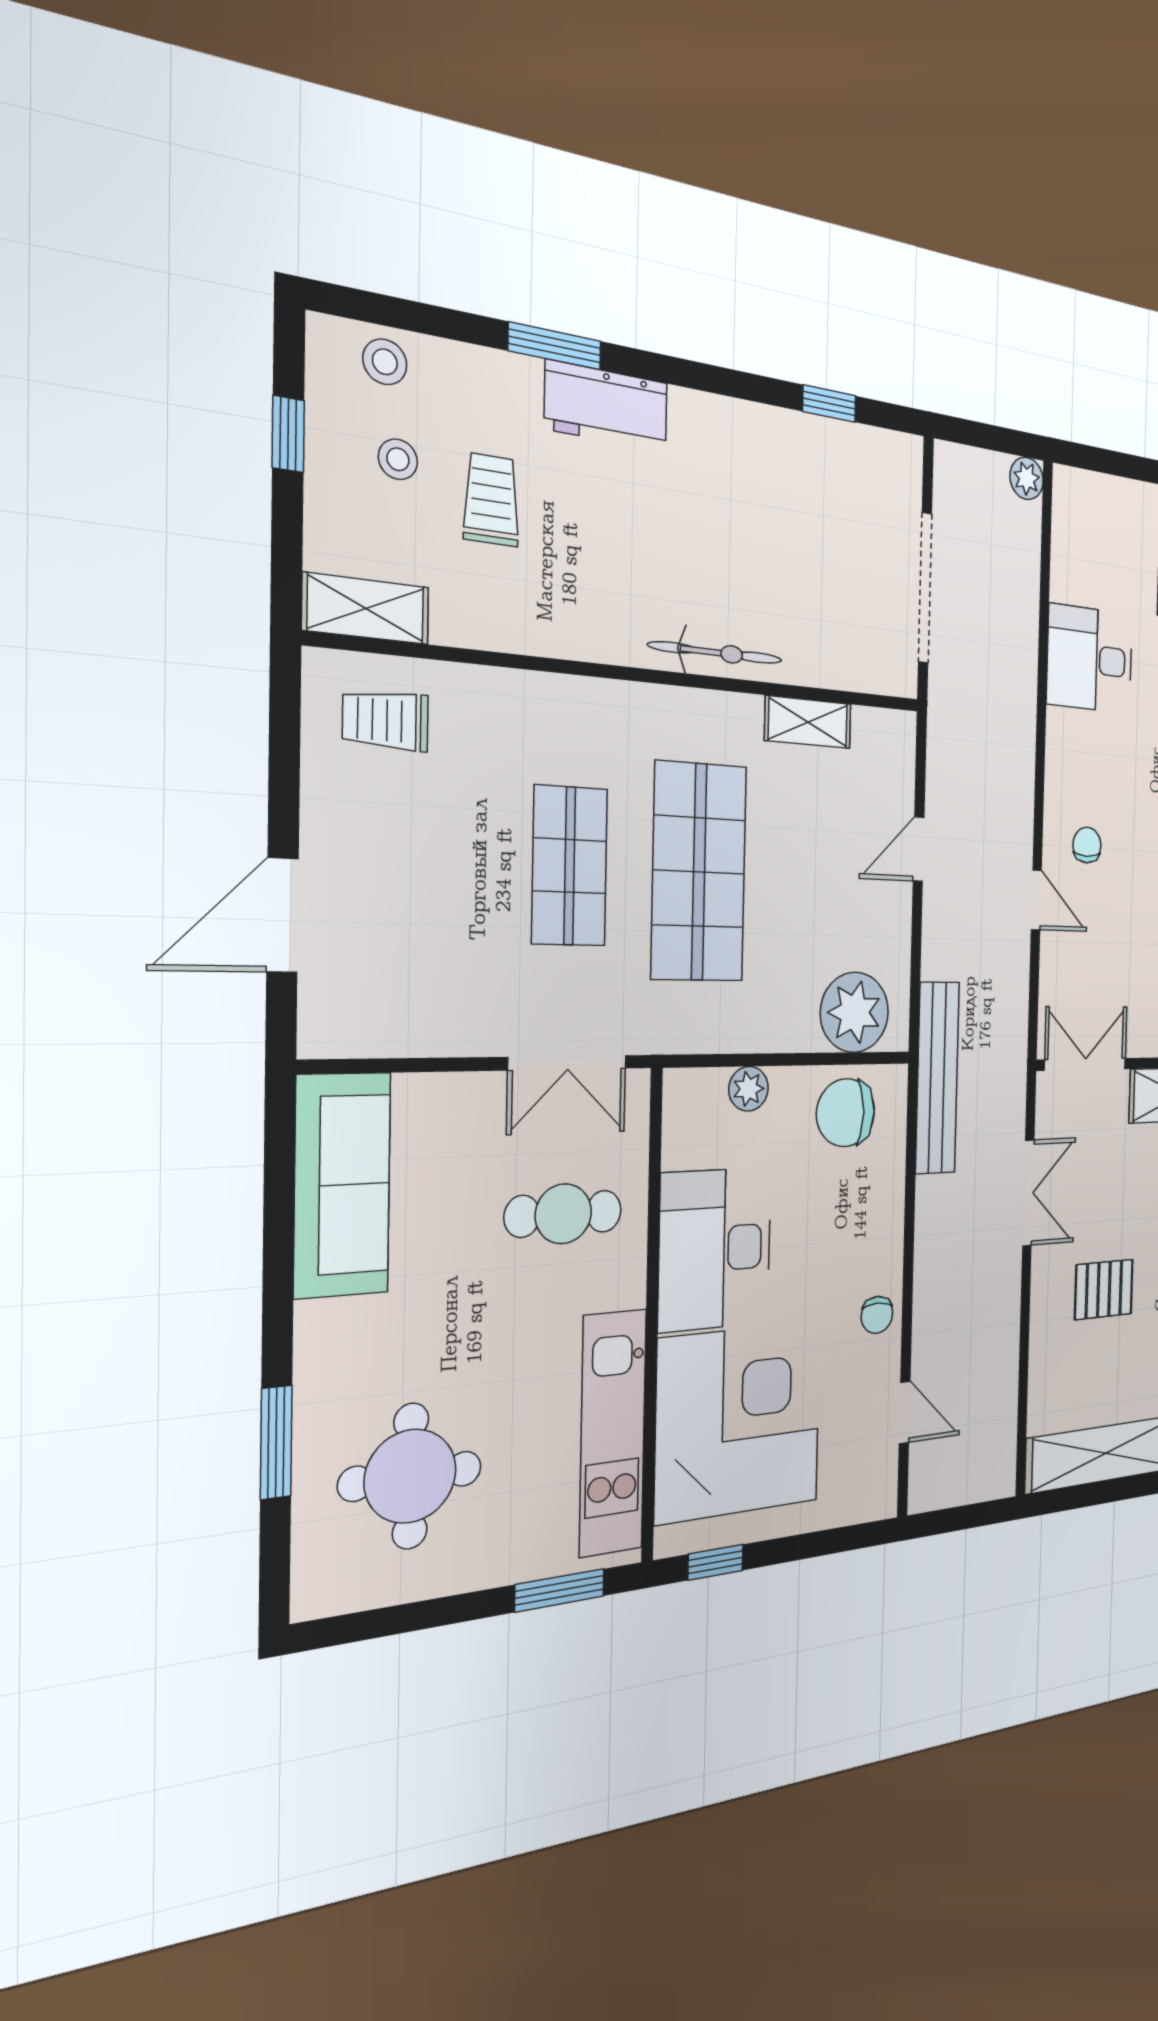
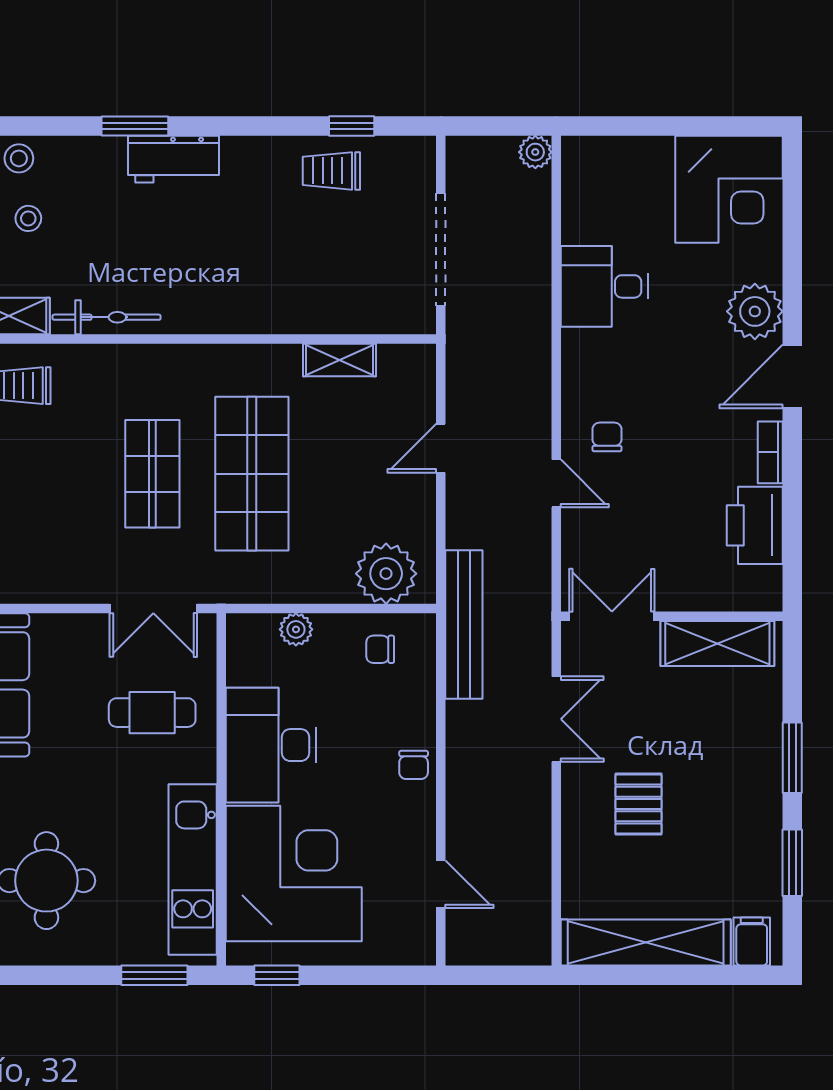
trolley: (491, 500) -> (331, 171), moved, turned -90
bicycle: (716, 652) -> (107, 317), moved
chair: (846, 1113) -> (380, 649), width x0.54, depth x0.54
pallet: (1104, 1289) -> (638, 804), turned 90
chair: (877, 1315) -> (414, 765), moved

